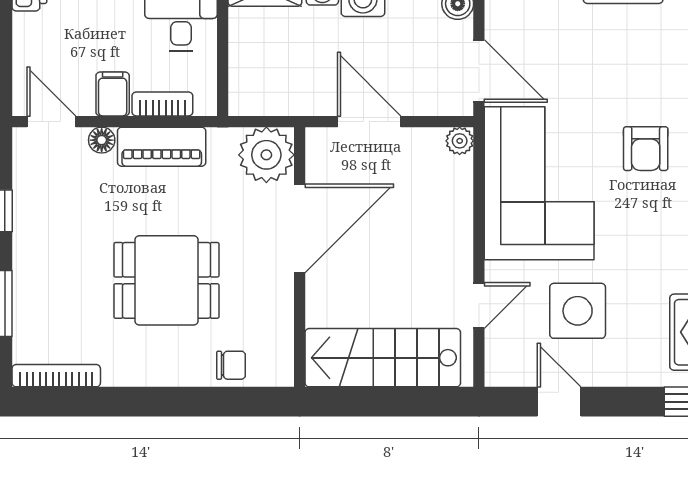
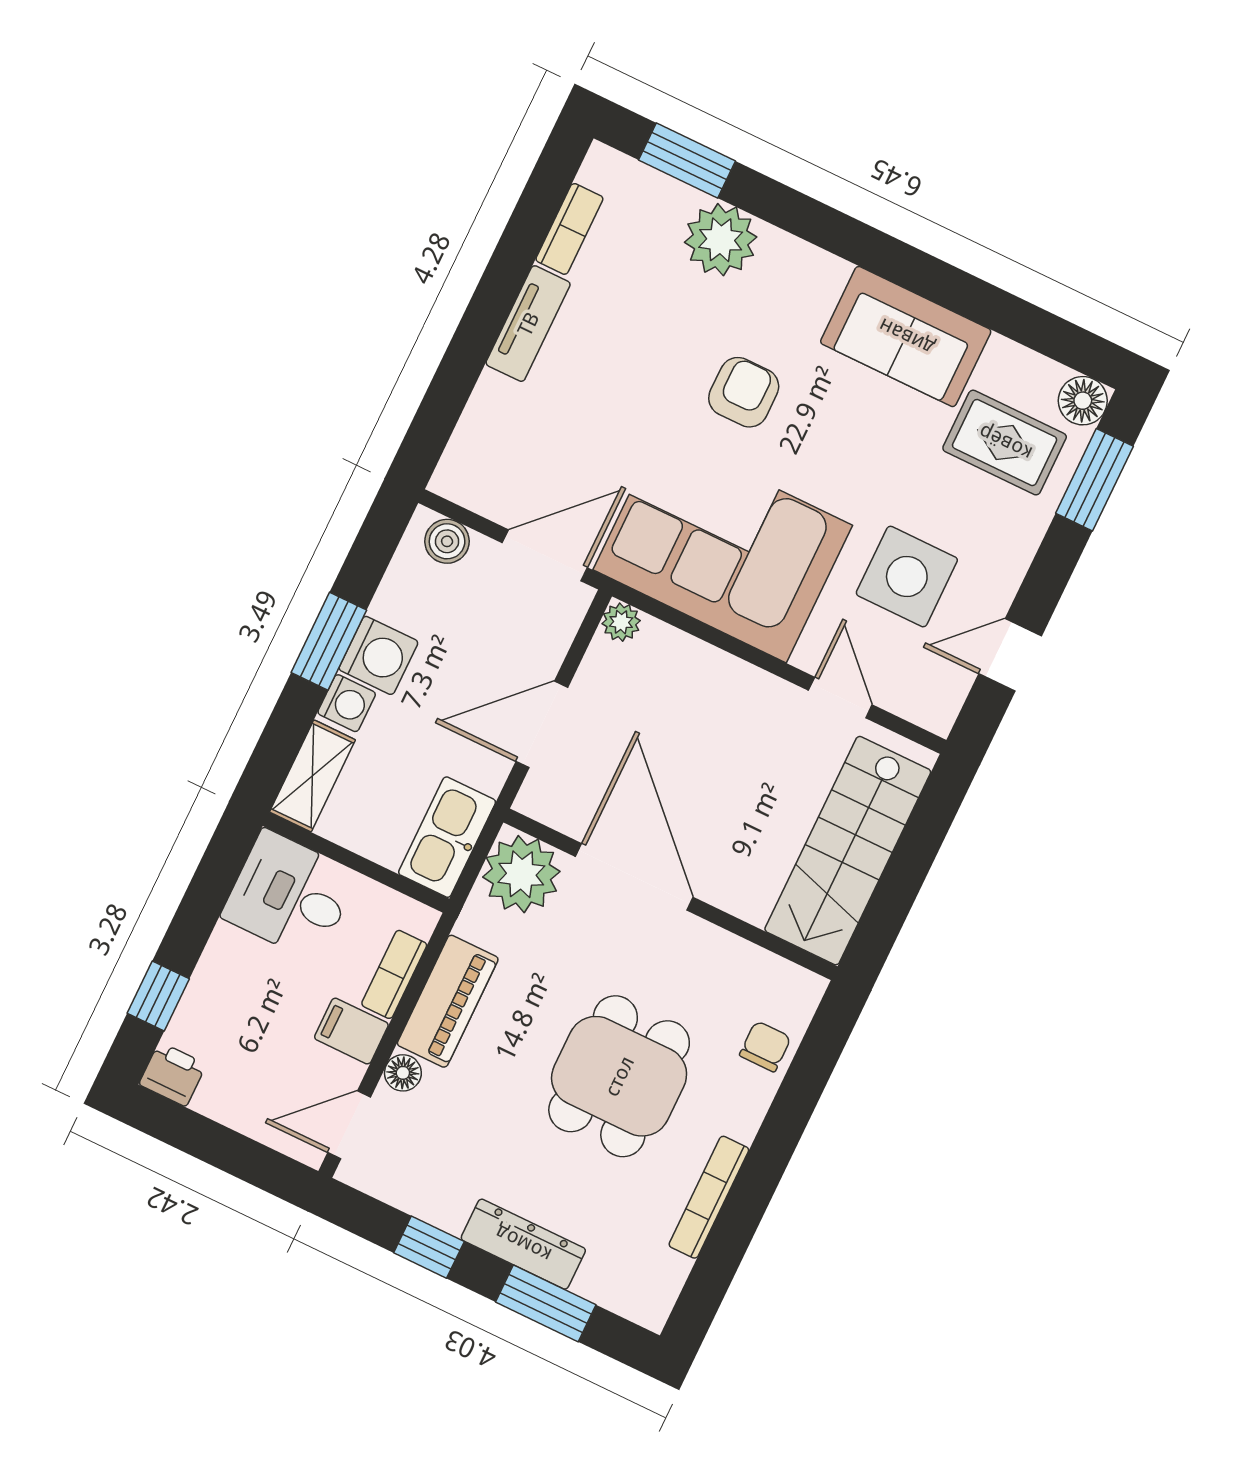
kitchen sink: (267, 95) -> (447, 837), added
armchair: (646, 149) -> (744, 392), turned -90
dresser: (29, 271) -> (523, 1244), added
bookcase: (56, 376) -> (709, 1197), moved

